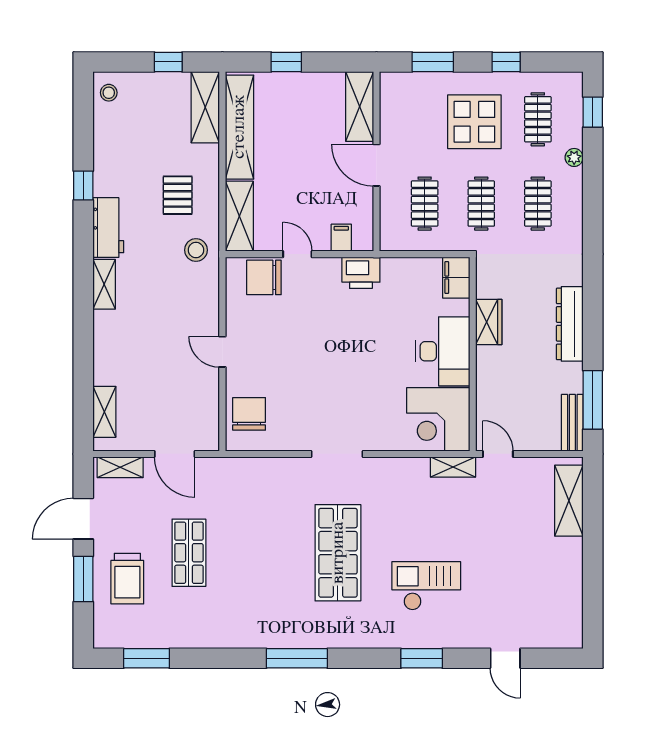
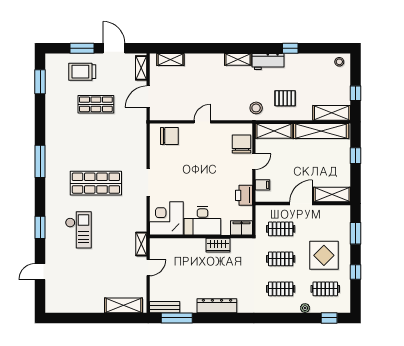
filing cabinet: (456, 278) -> (242, 228), moved
wardrobe: (489, 322) -> (218, 245), moved
desk: (443, 351) -> (202, 221), moved
wall: (473, 354) -> (201, 237), moved
corner desk: (438, 419) -> (166, 218), moved

